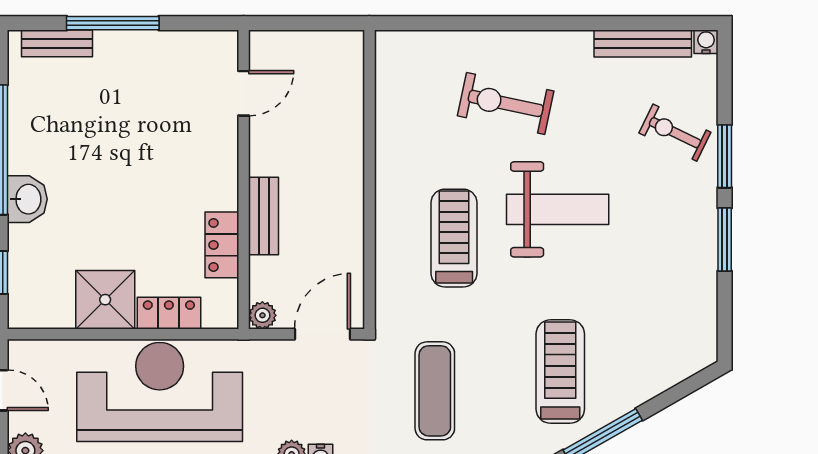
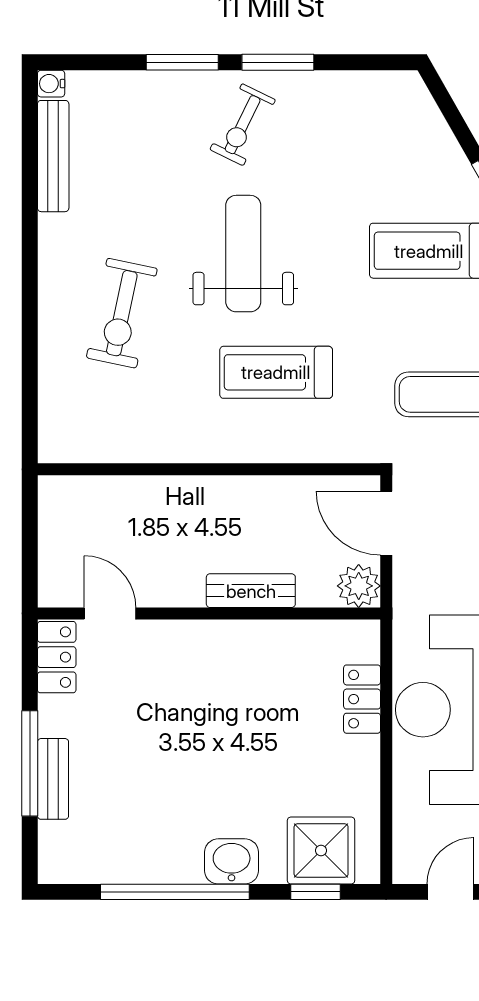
bench: (57, 43) -> (53, 779), moved
exercise bike: (675, 133) -> (243, 125), moved
locker: (222, 245) -> (57, 657), moved, turned -90
shower: (105, 300) -> (321, 850), moved
plant: (262, 315) -> (359, 586), width x1.38, depth x1.38

